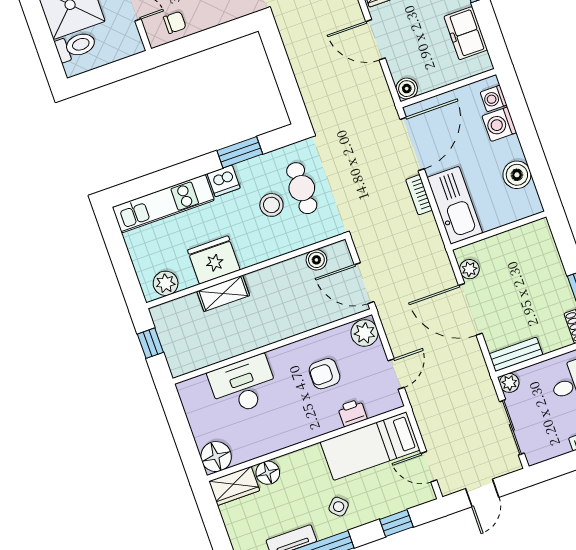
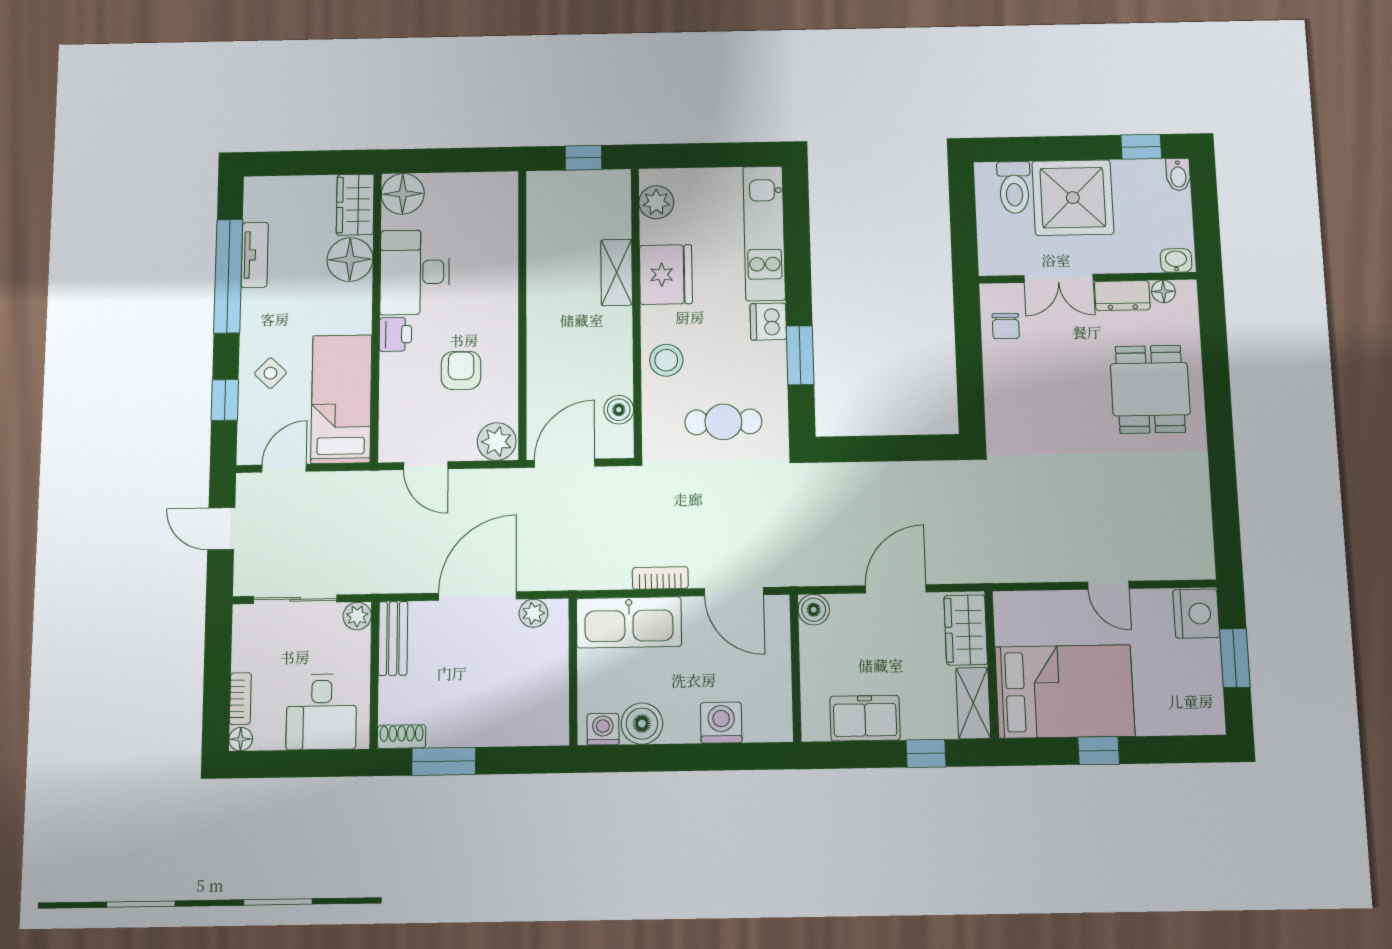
washing machine: (494, 99) -> (603, 729), moved
door: (412, 144) -> (734, 592), width x0.73
stool: (271, 205) -> (666, 360), moved
desk: (243, 385) -> (415, 272), moved, turned 180
printer: (352, 413) -> (395, 334), moved
floor lamp: (268, 473) -> (350, 260), width x1.38, depth x1.38
side table: (339, 507) -> (270, 373), moved

